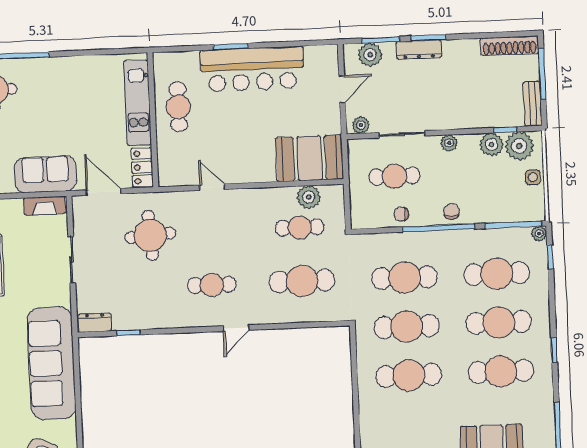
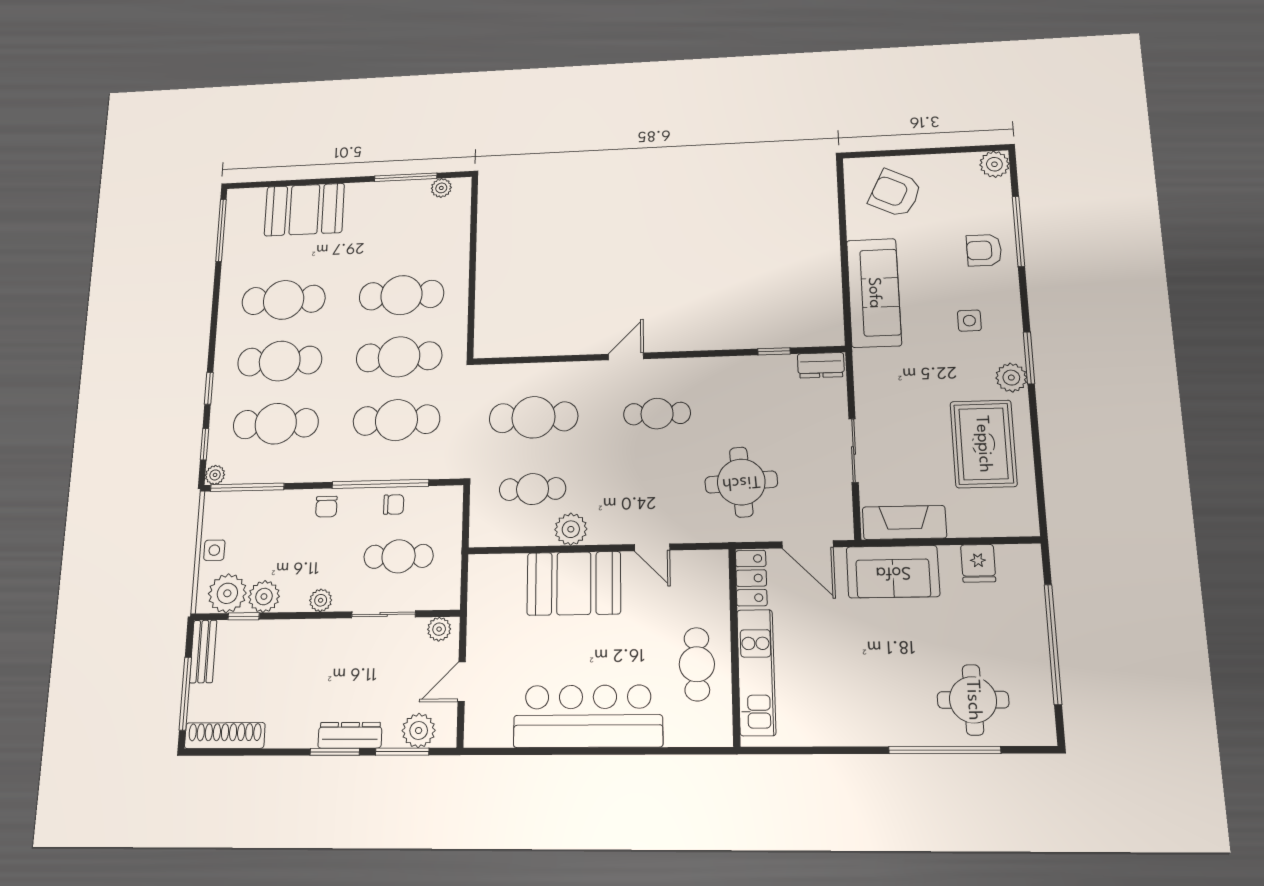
window: (231, 46) -> (618, 751), removed
booth: (310, 158) -> (574, 583), moved
plant: (309, 197) -> (571, 529), moved
fireplace: (45, 206) -> (904, 522), width x1.37, depth x1.32
window: (438, 228) -> (380, 484), moved
window: (554, 350) -> (209, 388), moved
sofa: (52, 363) -> (874, 293), width x0.74, depth x0.79

